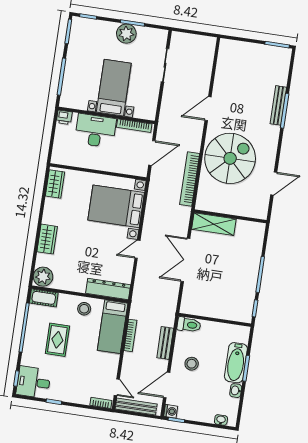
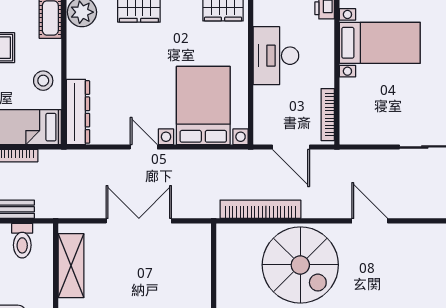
bed with nightstands: (114, 88) -> (380, 43), moved
desk: (95, 131) -> (276, 56), moved, turned 180
shelving: (214, 224) -> (71, 266), moved
toilet: (189, 325) -> (22, 241), moved

